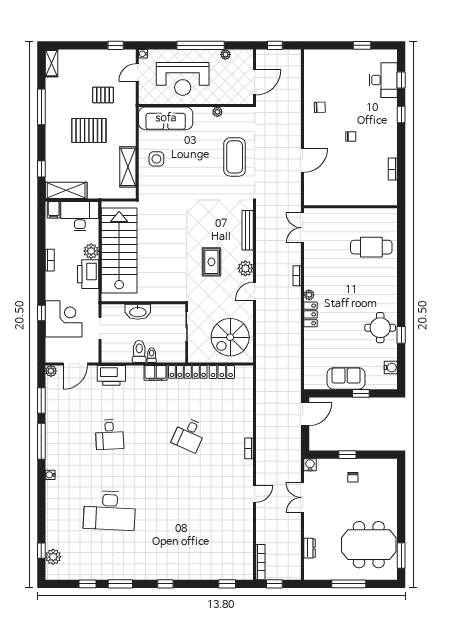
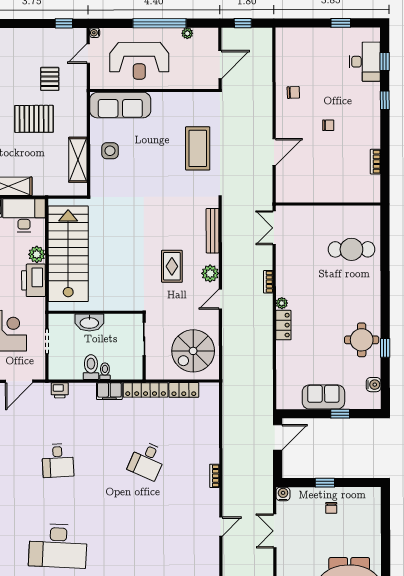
pallet: (103, 95) -> (50, 79), turned 90
plant: (217, 112) -> (178, 98), removed
printer: (111, 375) -> (60, 390), width x0.53, depth x0.68

